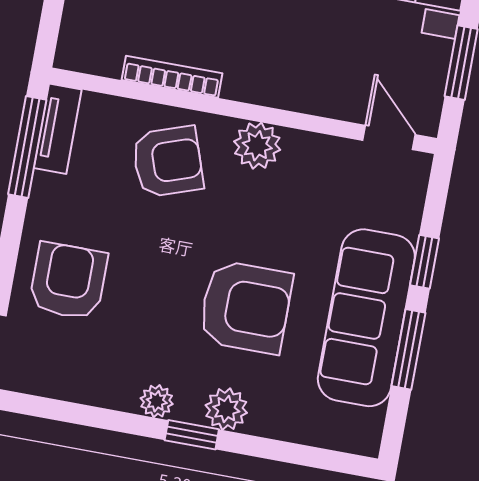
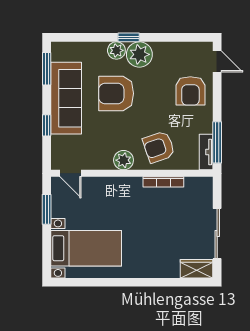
window: (408, 349) -> (47, 69), moved
plant: (157, 401) -> (139, 54), width x1.87, depth x1.87

